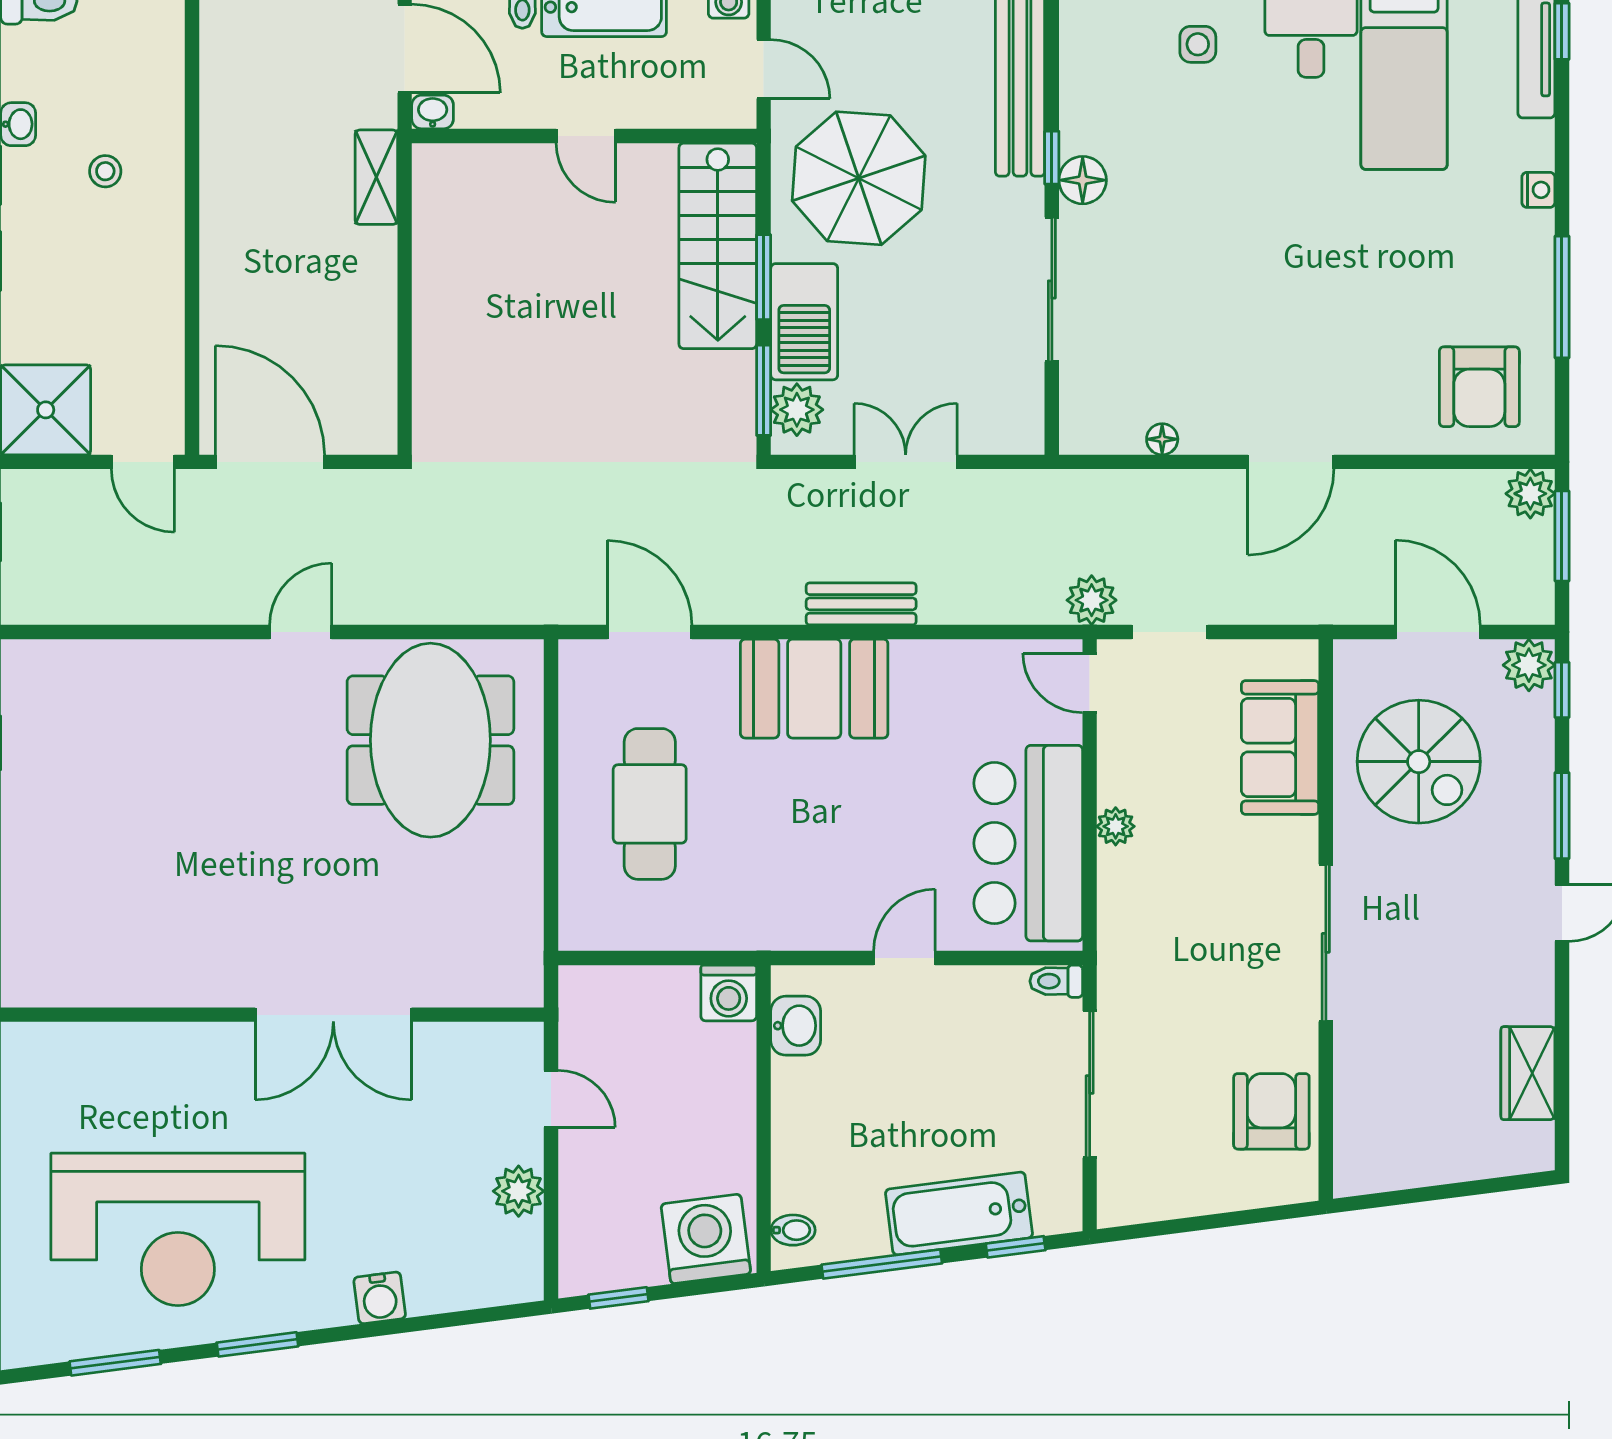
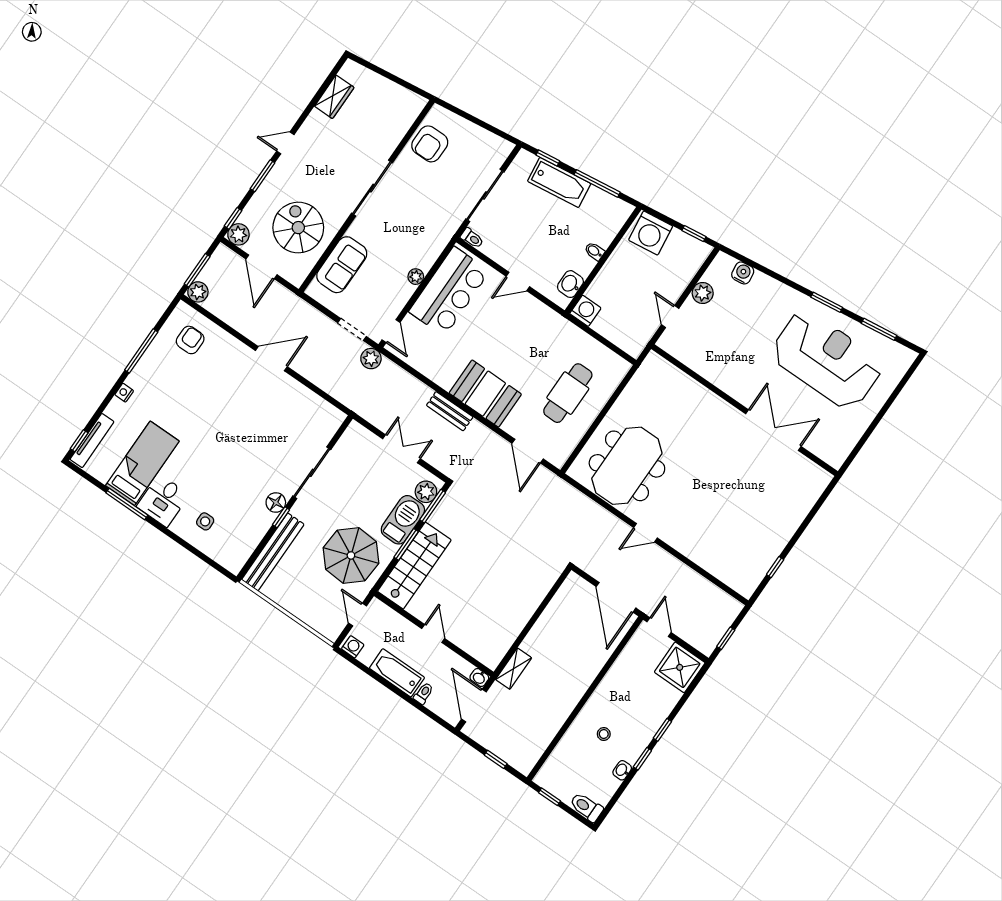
armchair: (1479, 387) -> (190, 340), width x0.72, depth x0.72
floor lamp: (1162, 439) -> (310, 396), removed
double door: (906, 462) -> (401, 449), swing flipped
double door: (333, 1015) -> (773, 430), moved
bidet: (793, 1230) -> (594, 251), moved
water cooler: (380, 1298) -> (743, 273), moved

